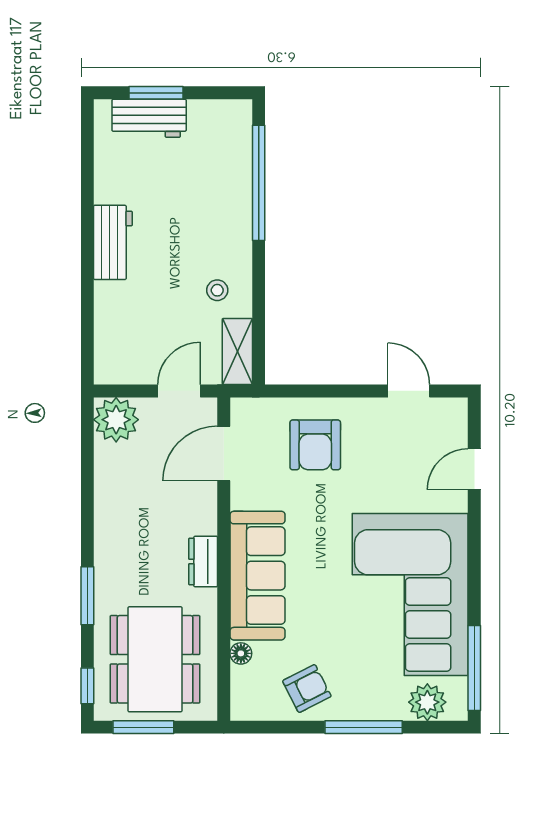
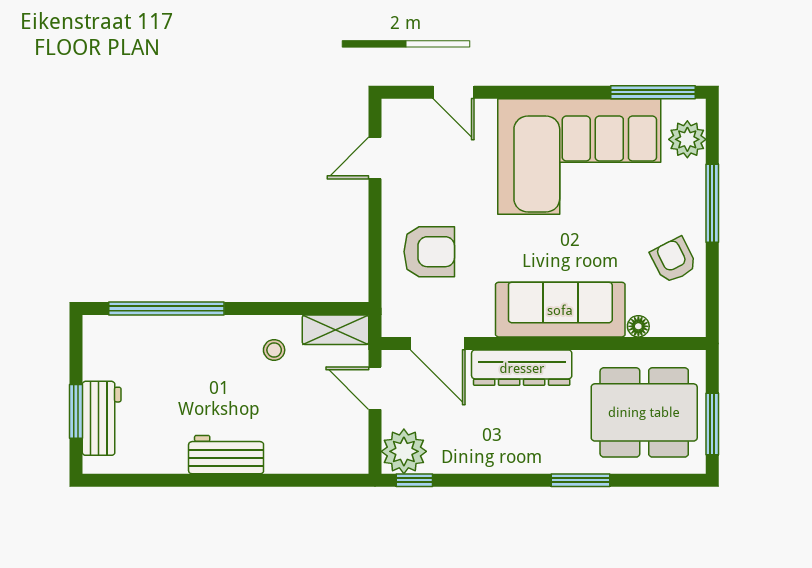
dresser: (203, 562) -> (522, 368), width x1.96, depth x1.24
window: (87, 686) -> (414, 480), moved

